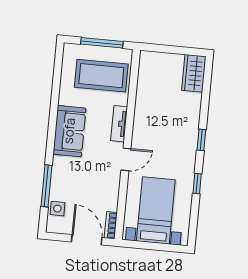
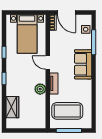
wardrobe: (194, 73) -> (12, 107), moved
plant: (143, 116) -> (40, 89), added
sofa: (69, 131) -> (83, 64), moved
door: (126, 159) -> (48, 63), hinge flipped

